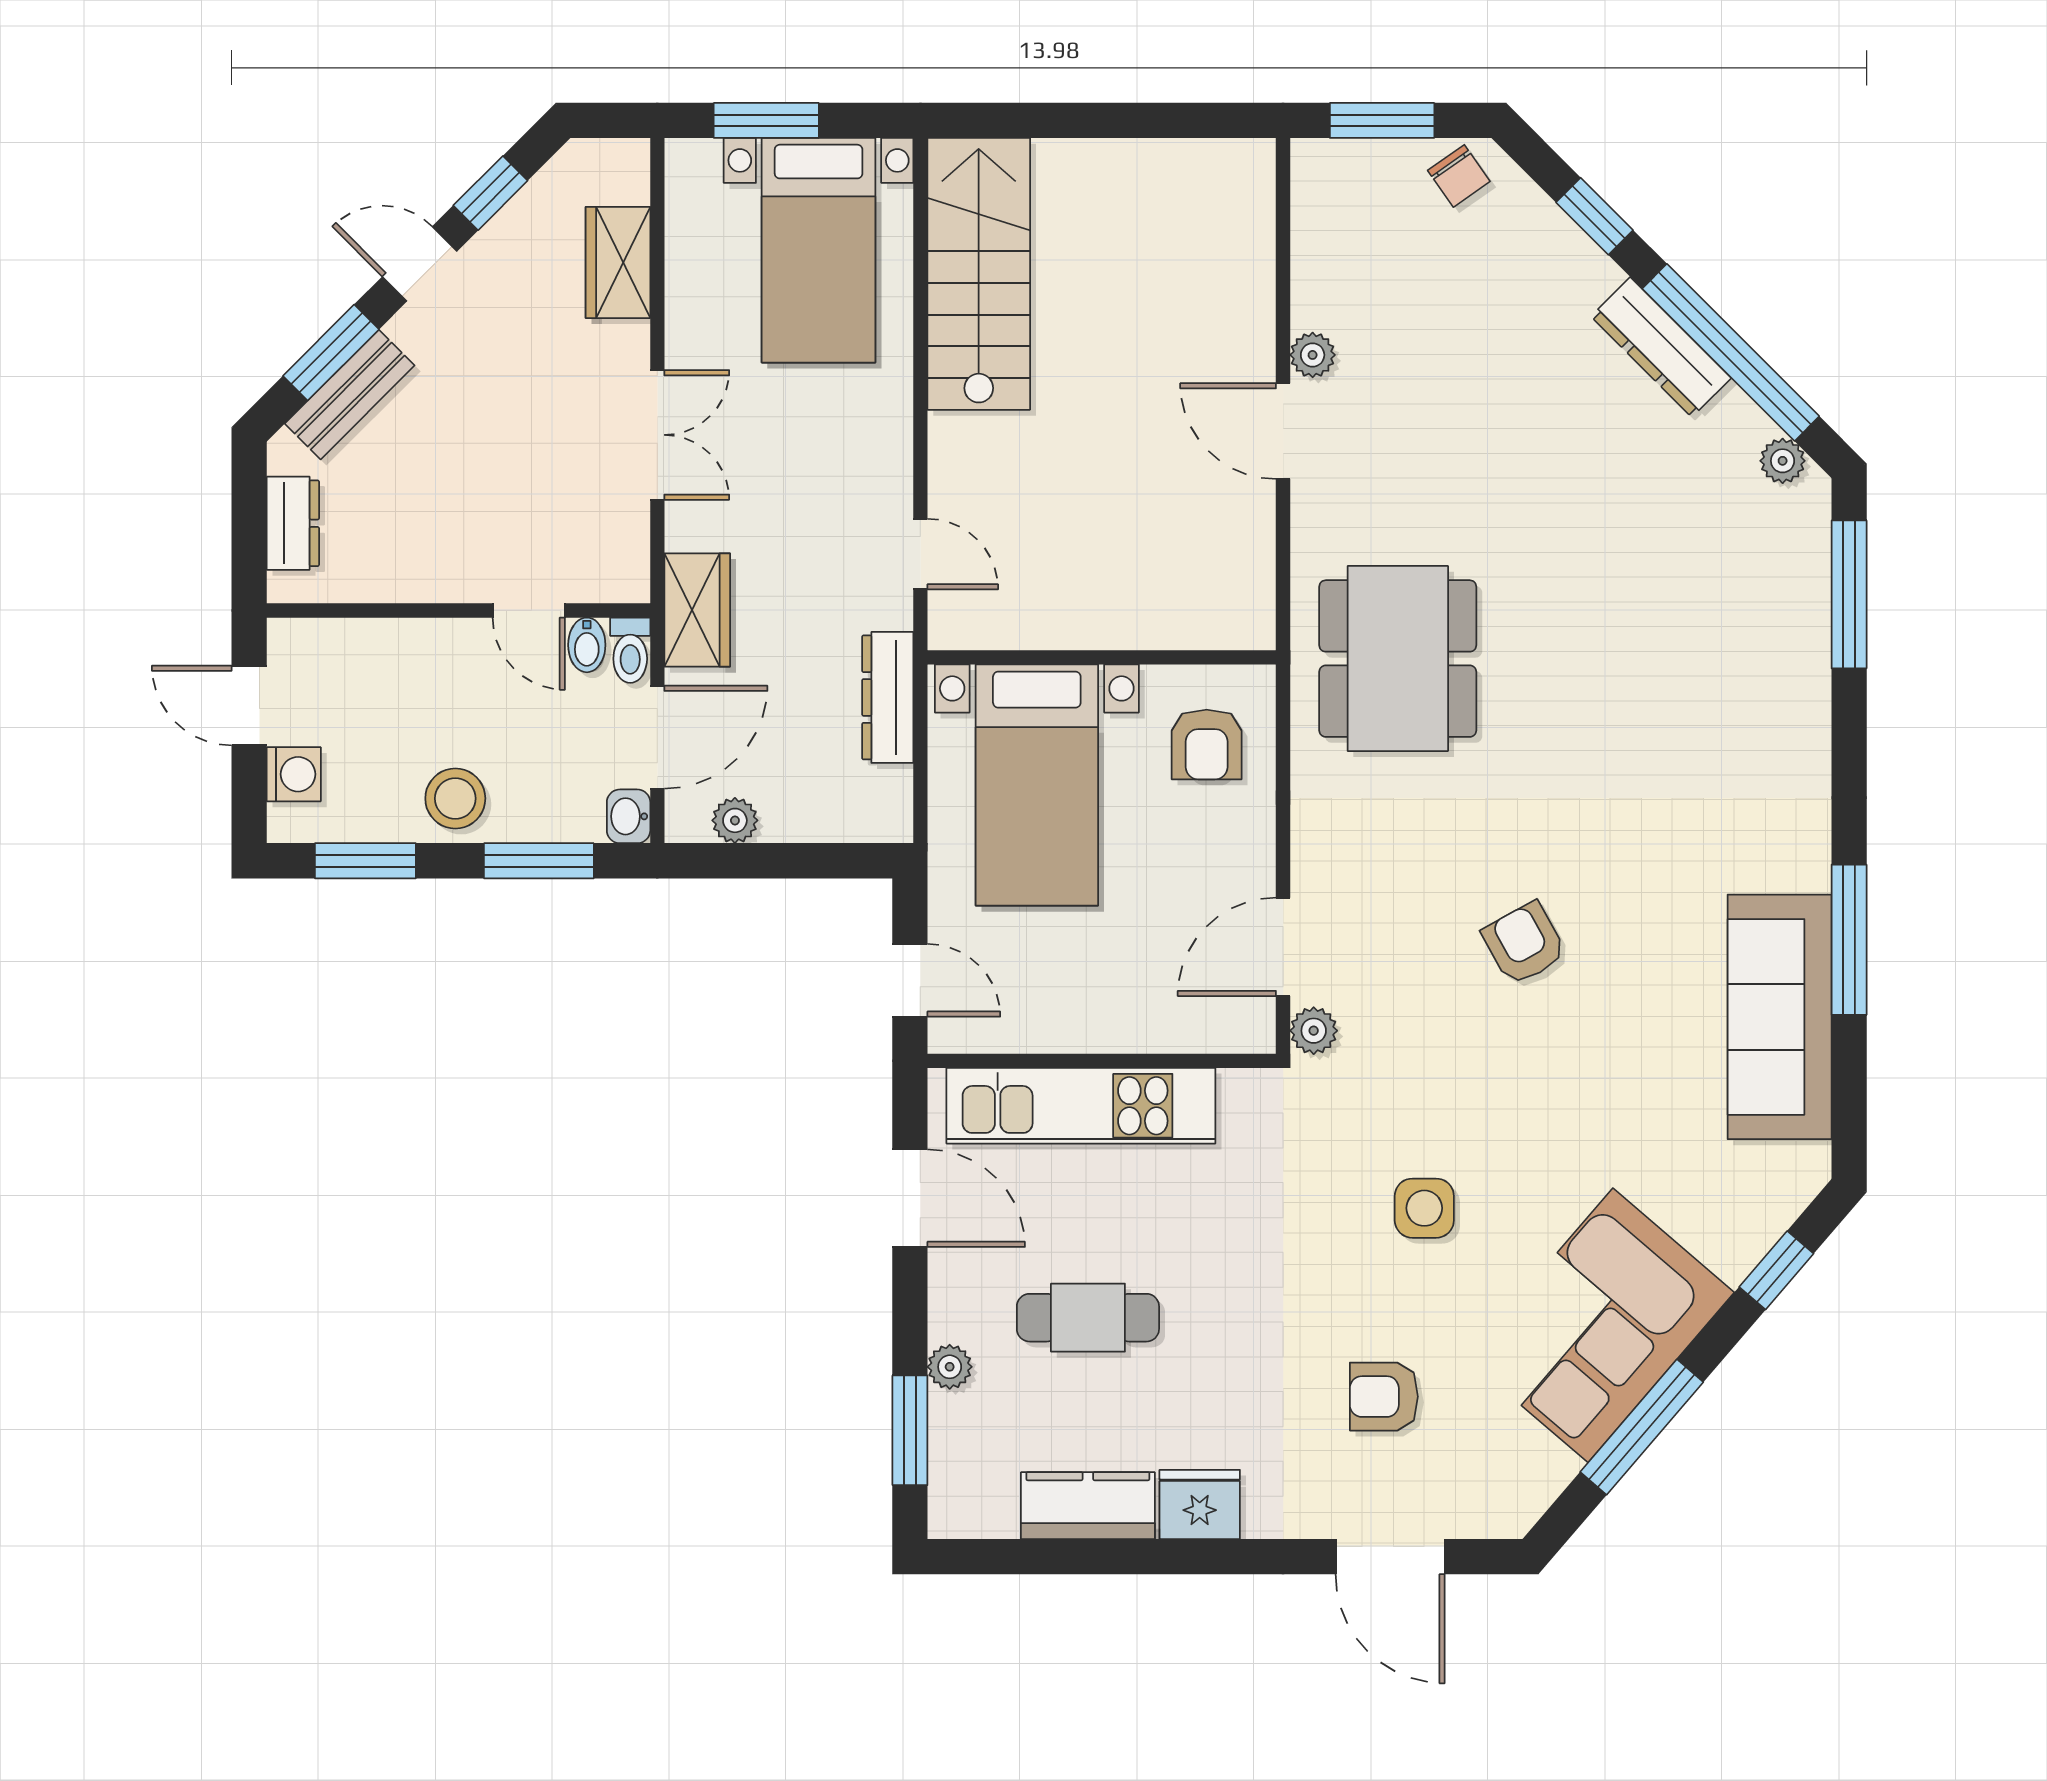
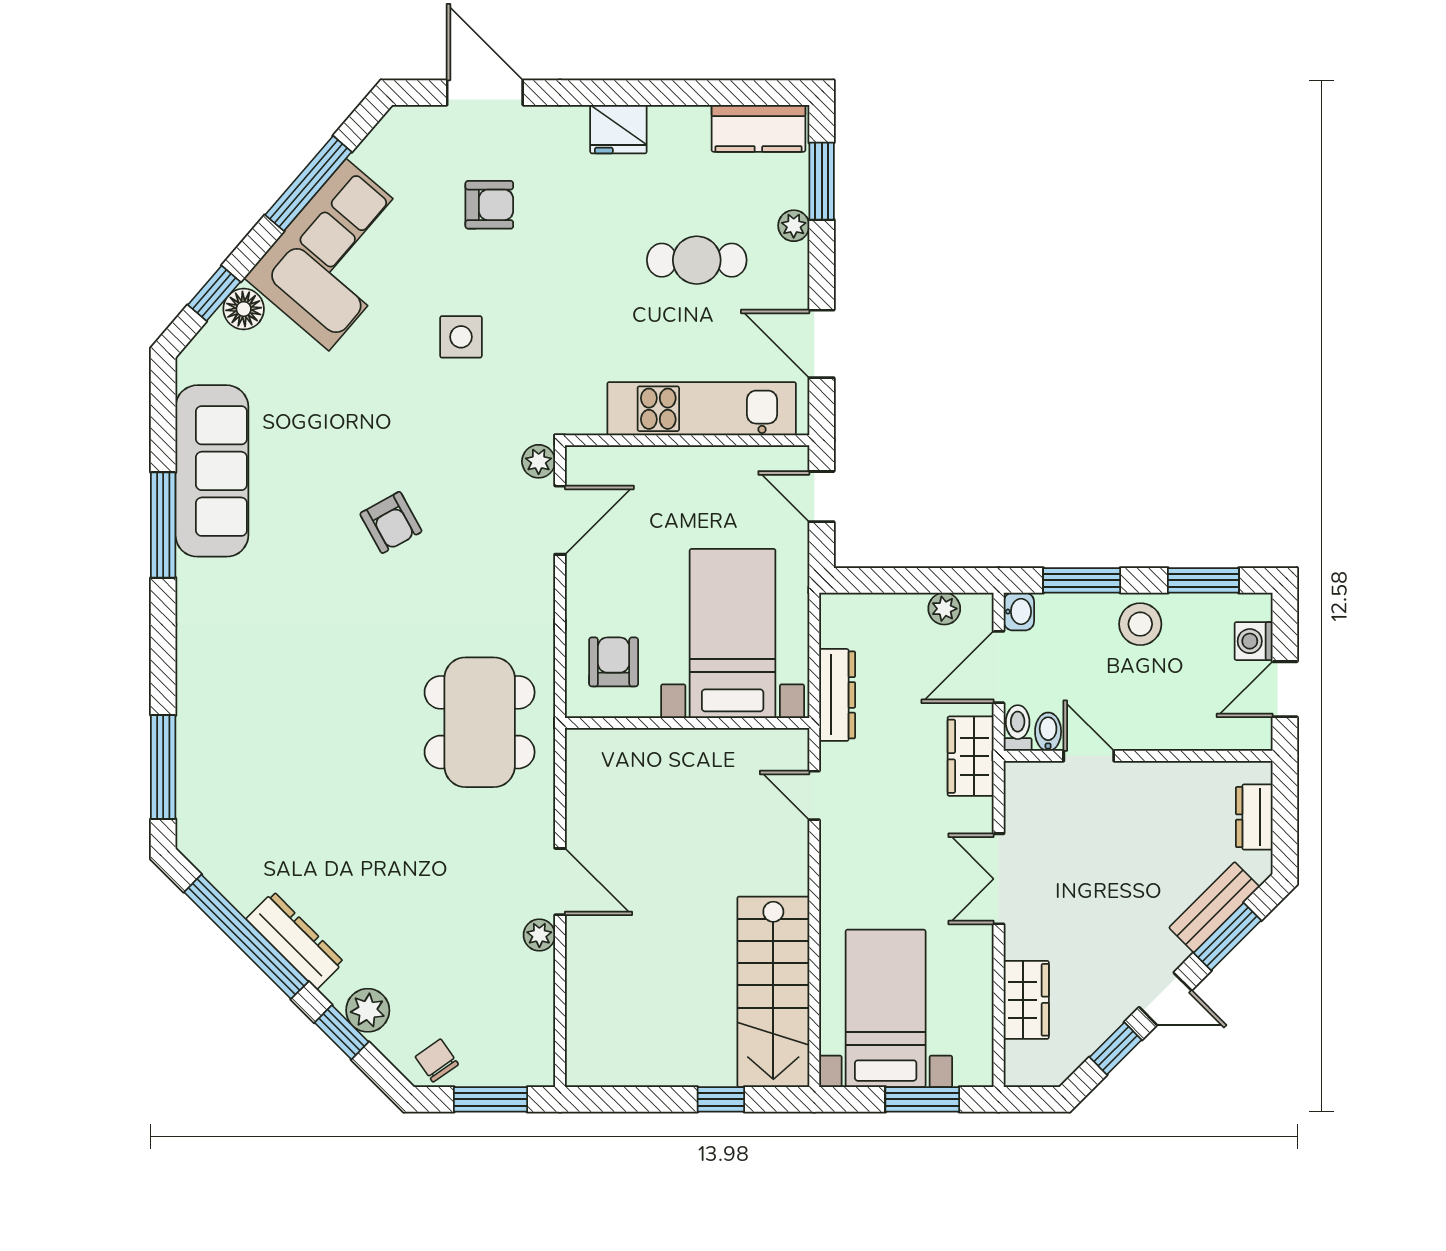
window: (1054, 120) -> (721, 1099), added
plant: (1783, 461) -> (368, 1010), moved, width x1.38, depth x1.38
door: (249, 705) -> (1285, 689), swing flipped
floor lamp: (1734, 1248) -> (244, 309), added
kitchen counter: (1088, 1506) -> (758, 128), moved

